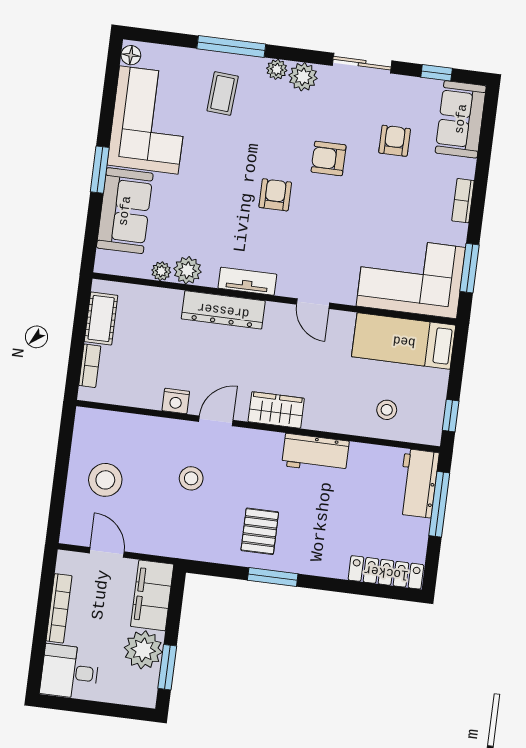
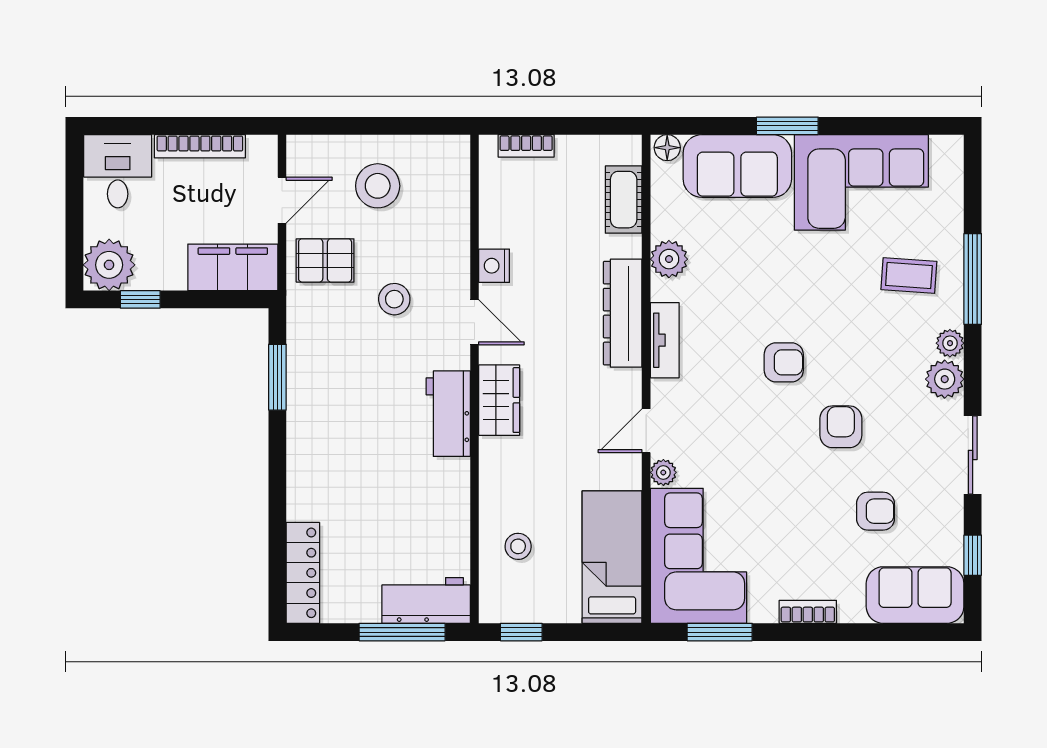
floor lamp: (131, 55) -> (667, 148), moved
plant: (161, 271) -> (663, 472), moved
cot: (101, 318) -> (624, 200), moved, turned 90
workbench: (315, 453) -> (448, 414), moved
pallet: (260, 531) -> (325, 260), moved
window: (273, 577) -> (277, 377), moved
plant: (143, 650) -> (109, 265), moved
window: (167, 667) -> (140, 299), width x0.67

